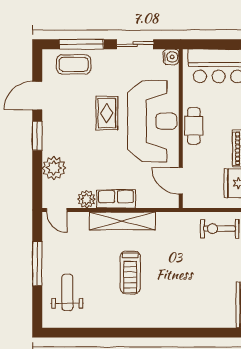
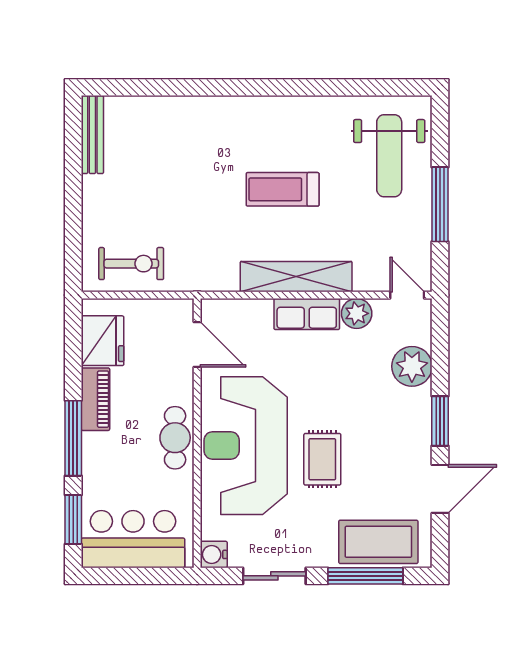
coffee table: (74, 64) -> (378, 542), width x1.36, depth x1.32
treadmill: (130, 272) -> (283, 189), turned -90
weight bench: (67, 292) -> (389, 156), width x1.36, depth x1.33

